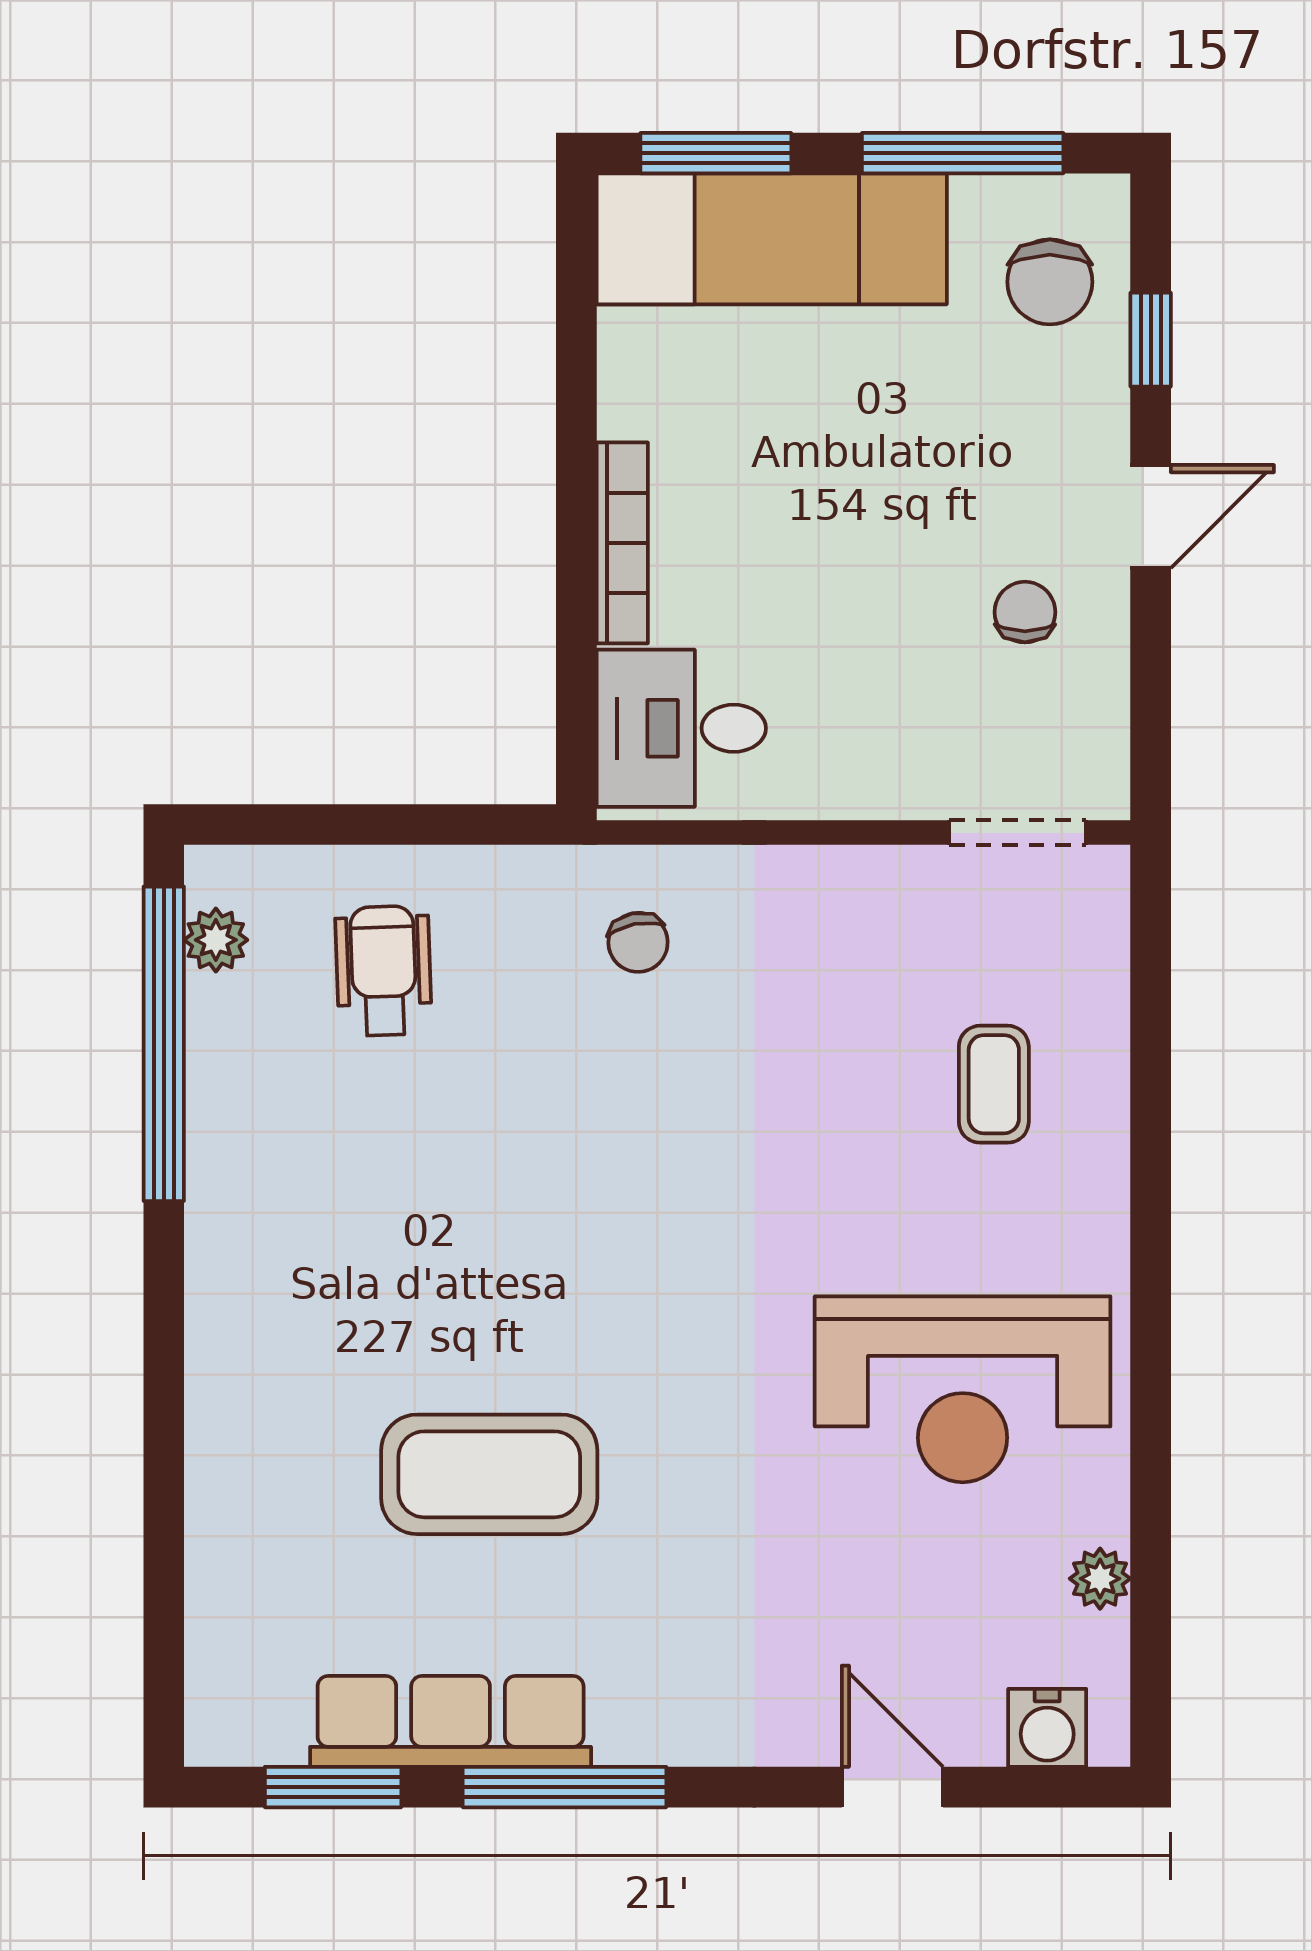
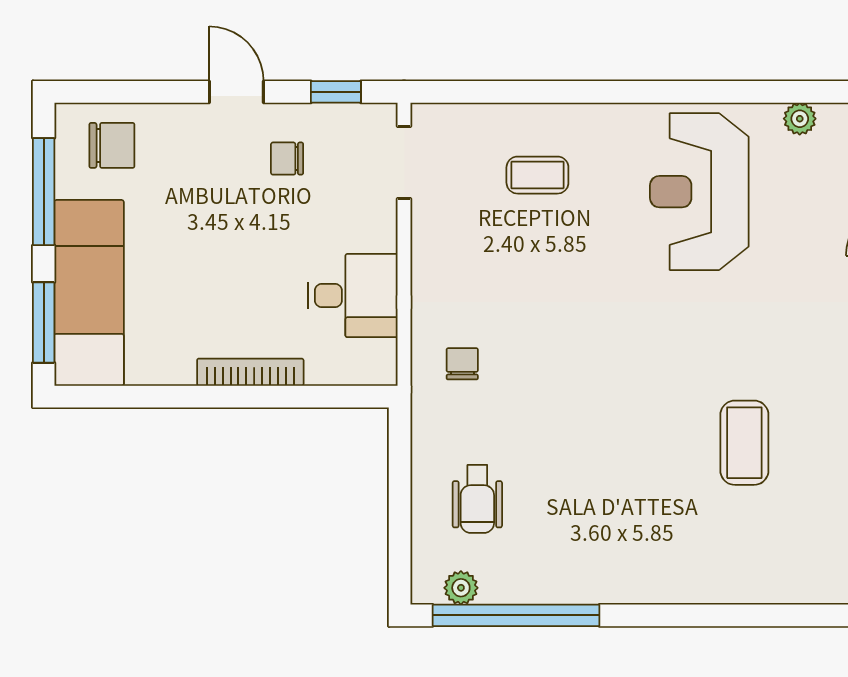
window: (1151, 340) -> (336, 92), moved
desk: (681, 728) -> (353, 296), moved, turned -90
chair: (638, 942) -> (462, 364), turned -79
wheelchair: (383, 971) -> (477, 499), turned -88
reception desk: (963, 1389) -> (699, 192), turned 180
coffee table: (489, 1474) -> (744, 443), width x0.73, depth x0.76

